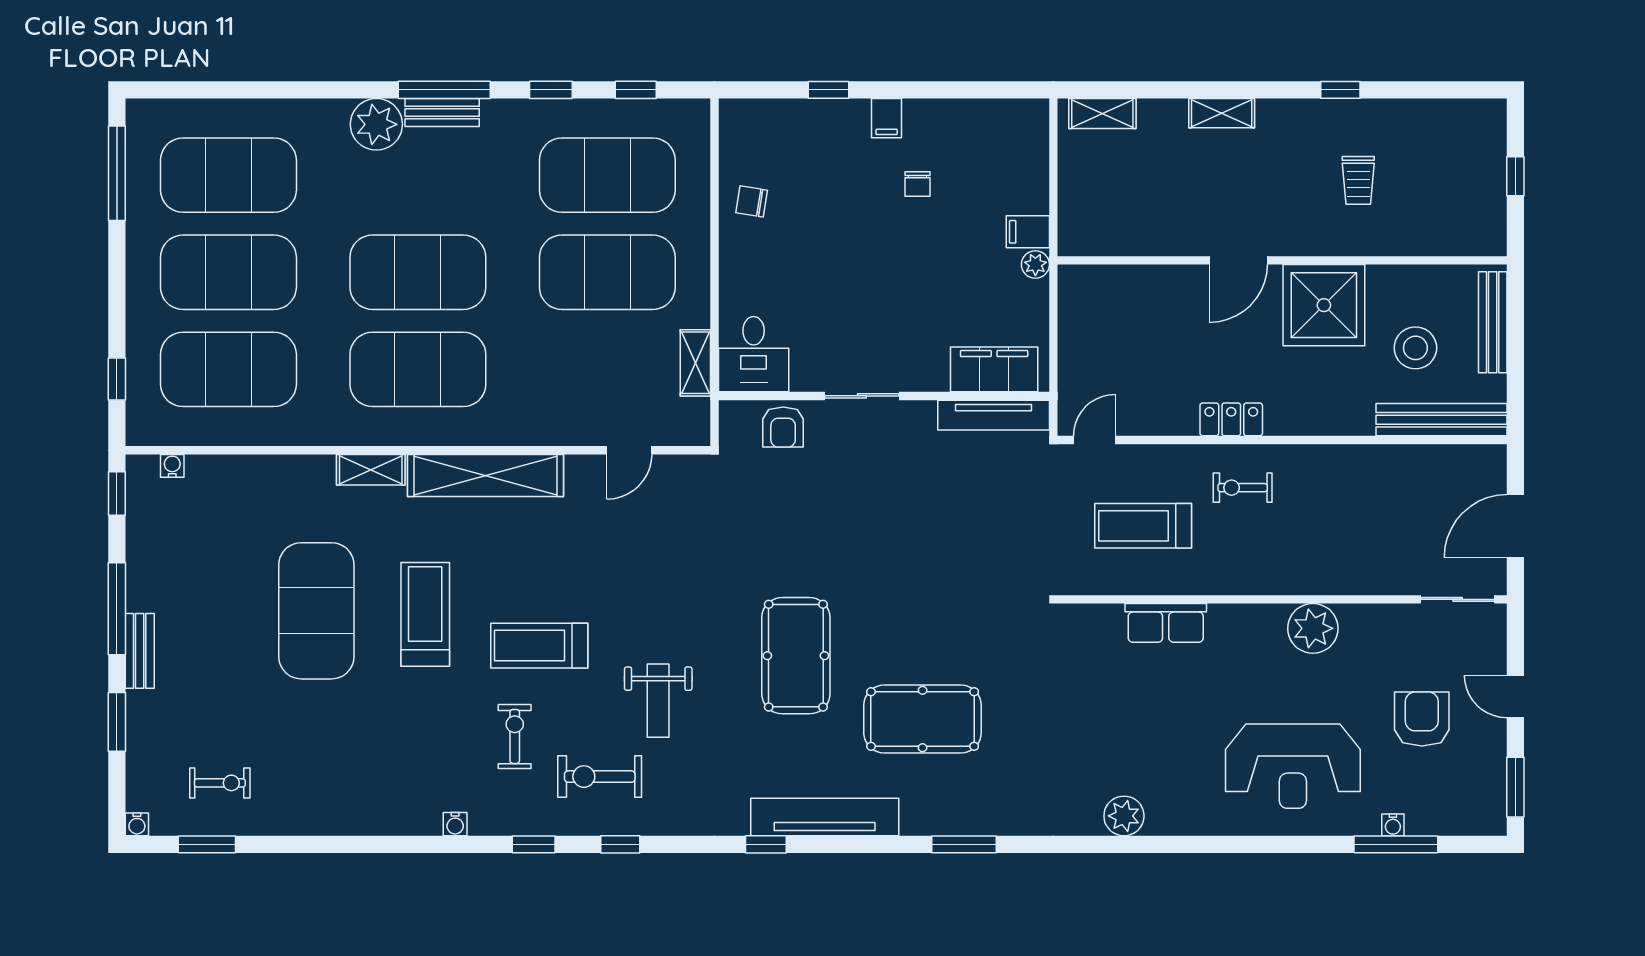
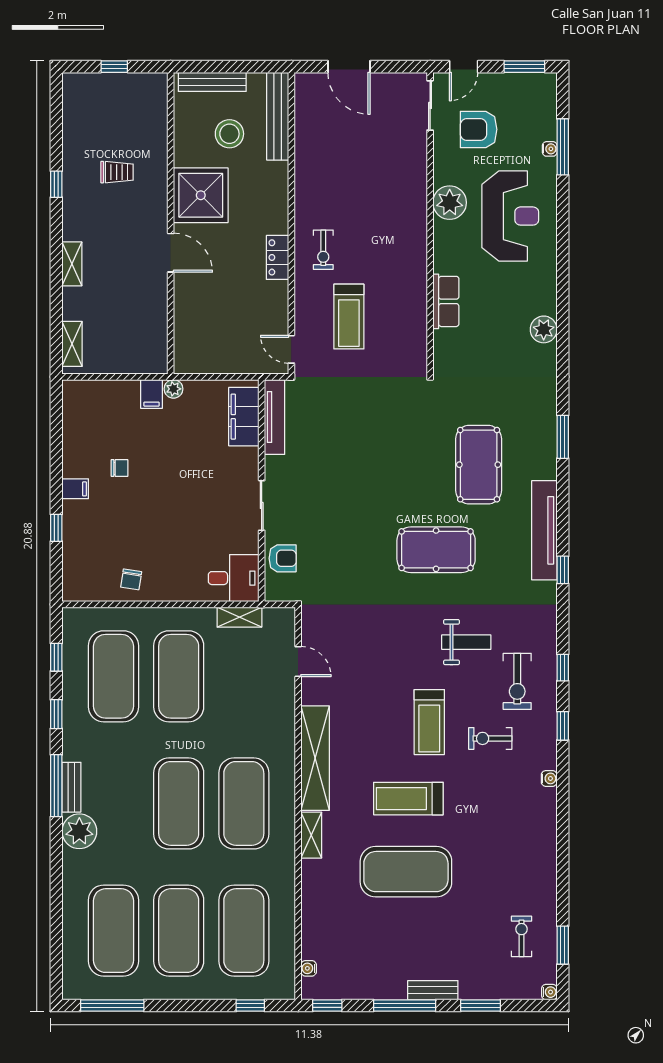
wall: (1282, 599) -> (430, 223), moved
sliding door: (1458, 599) -> (430, 105), moved
row of seats: (1166, 623) -> (446, 301), moved
plant: (1313, 628) -> (450, 203), moved

